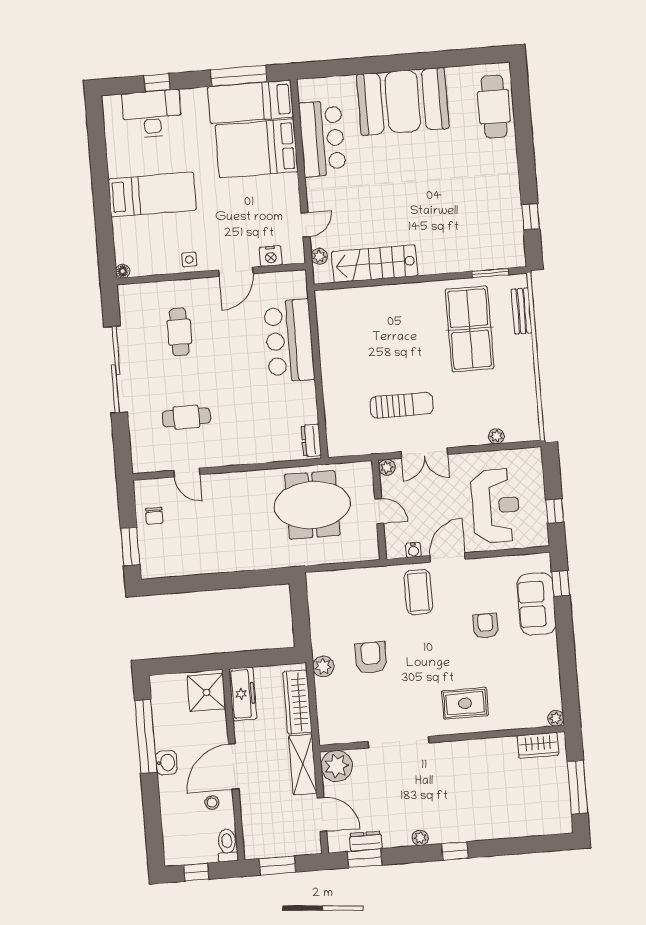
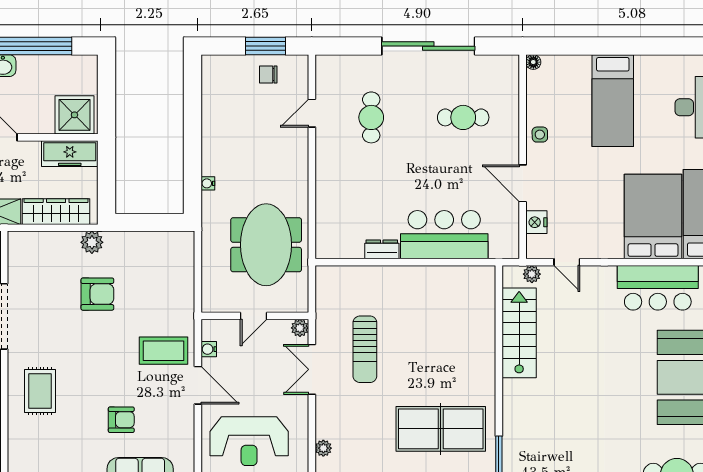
dresser: (311, 440) -> (382, 249), moved
window: (130, 547) -> (265, 46), moved
water cooler: (260, 563) -> (208, 183), added

